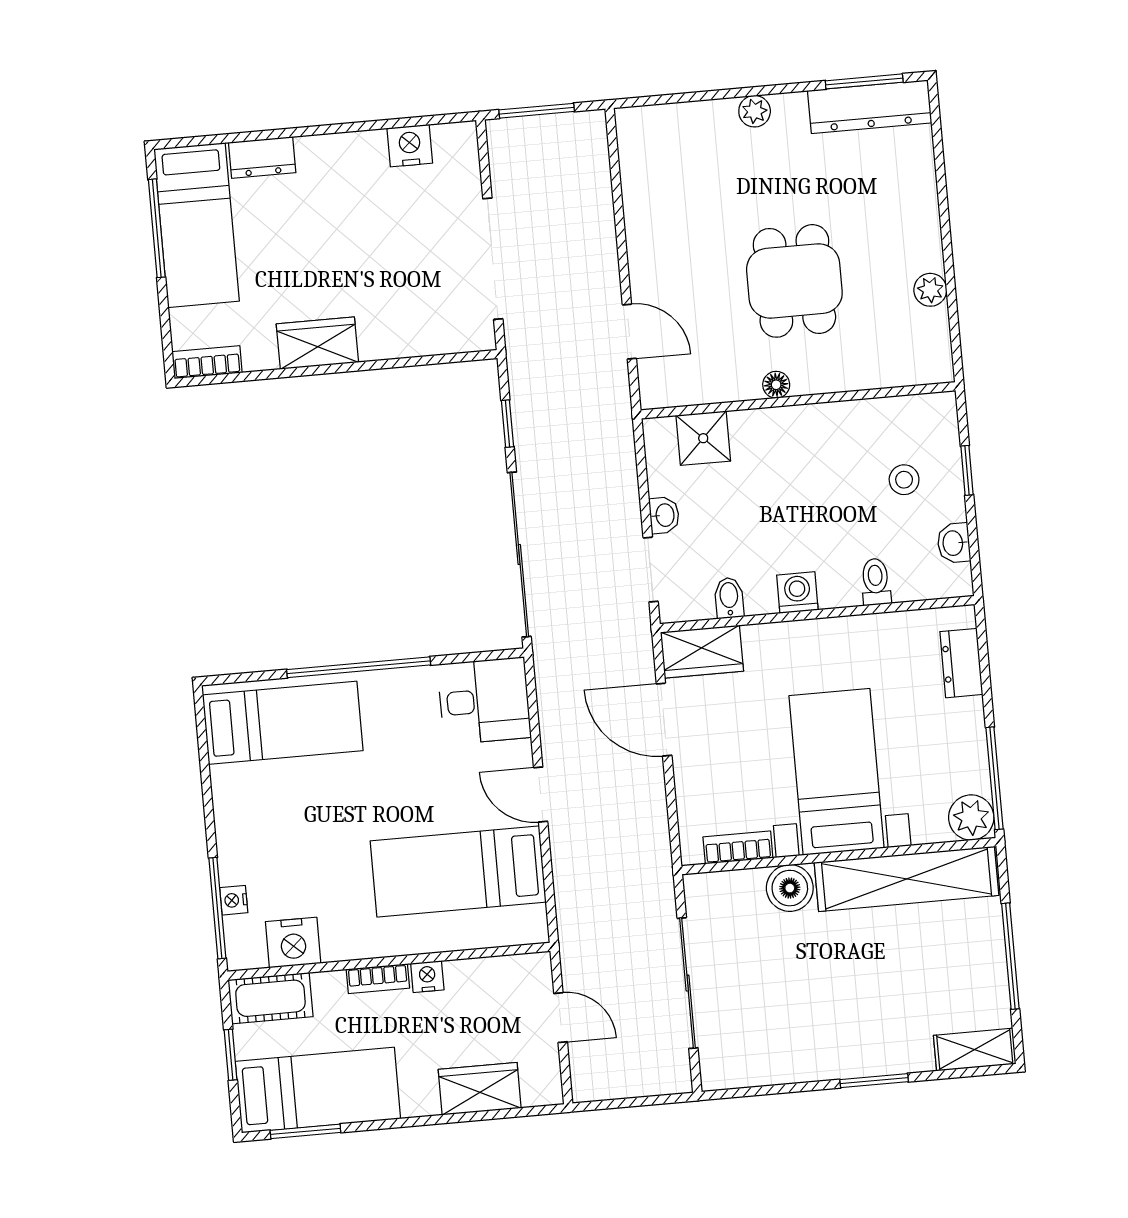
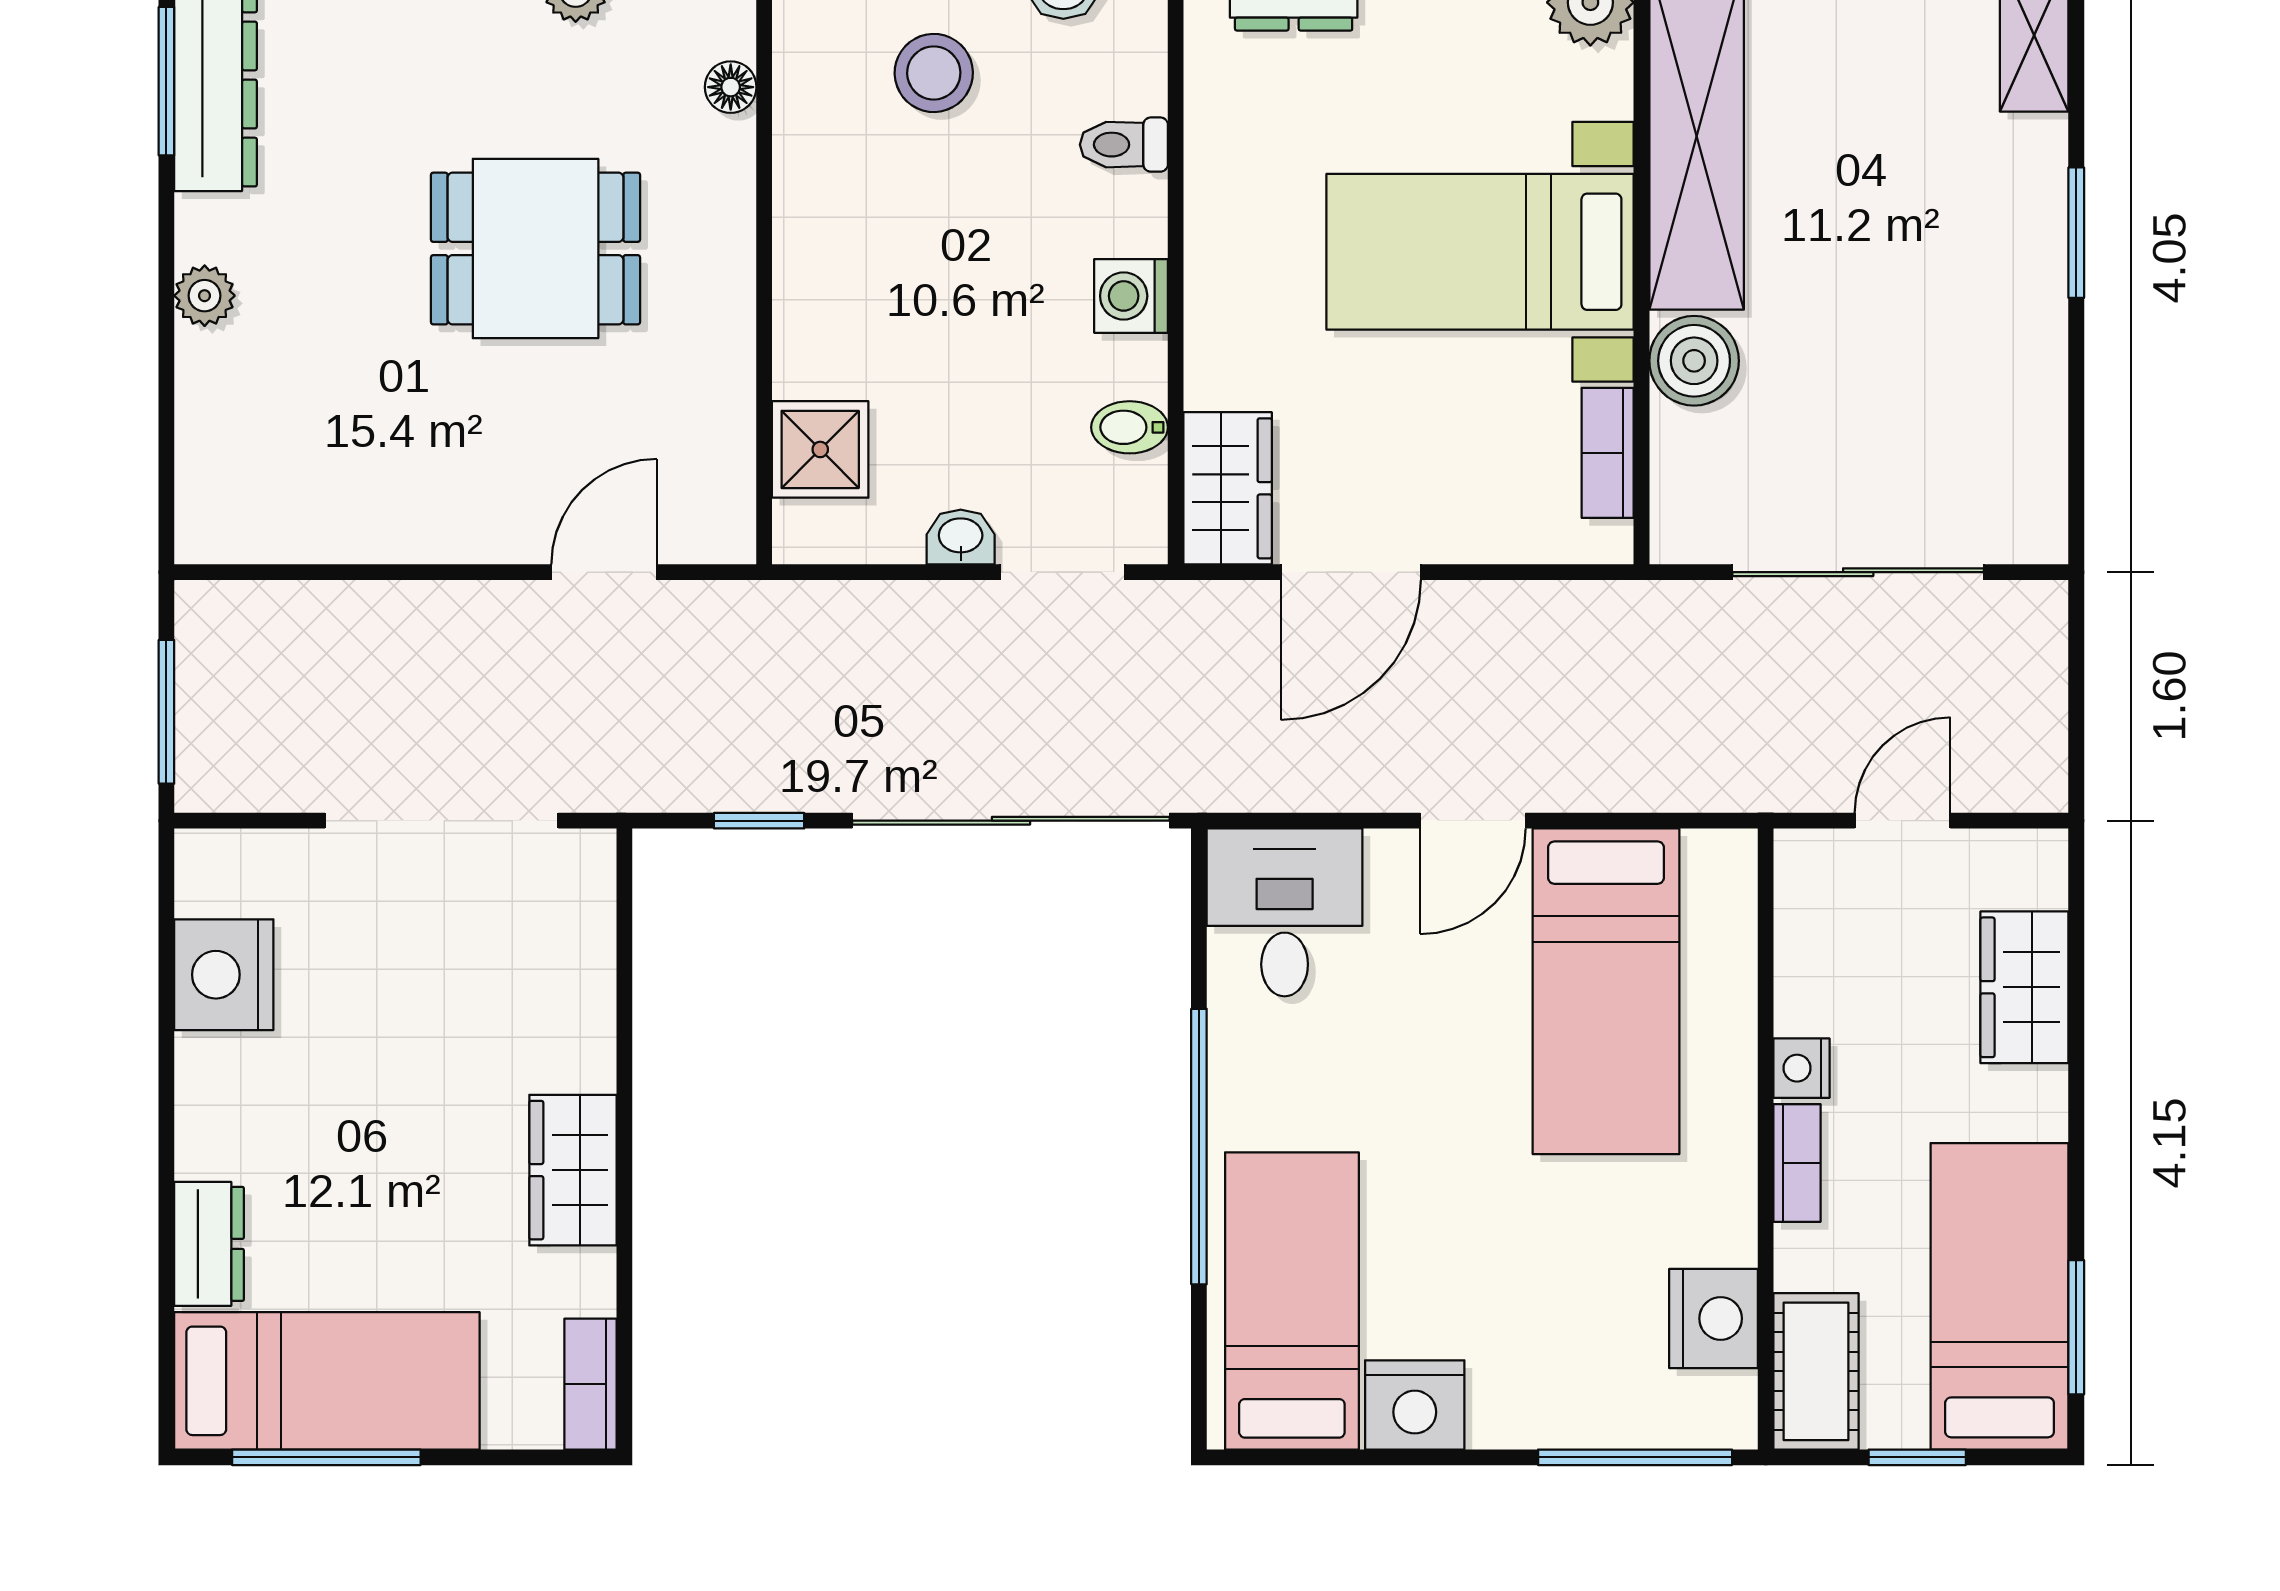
nightstand: (410, 146) -> (224, 975), width x1.36, depth x1.33
floor lamp: (776, 385) -> (731, 87), moved
stool: (904, 480) -> (934, 73), width x1.37, depth x1.37
nightstand: (234, 900) -> (1415, 1405), moved, width x1.89, depth x1.79

